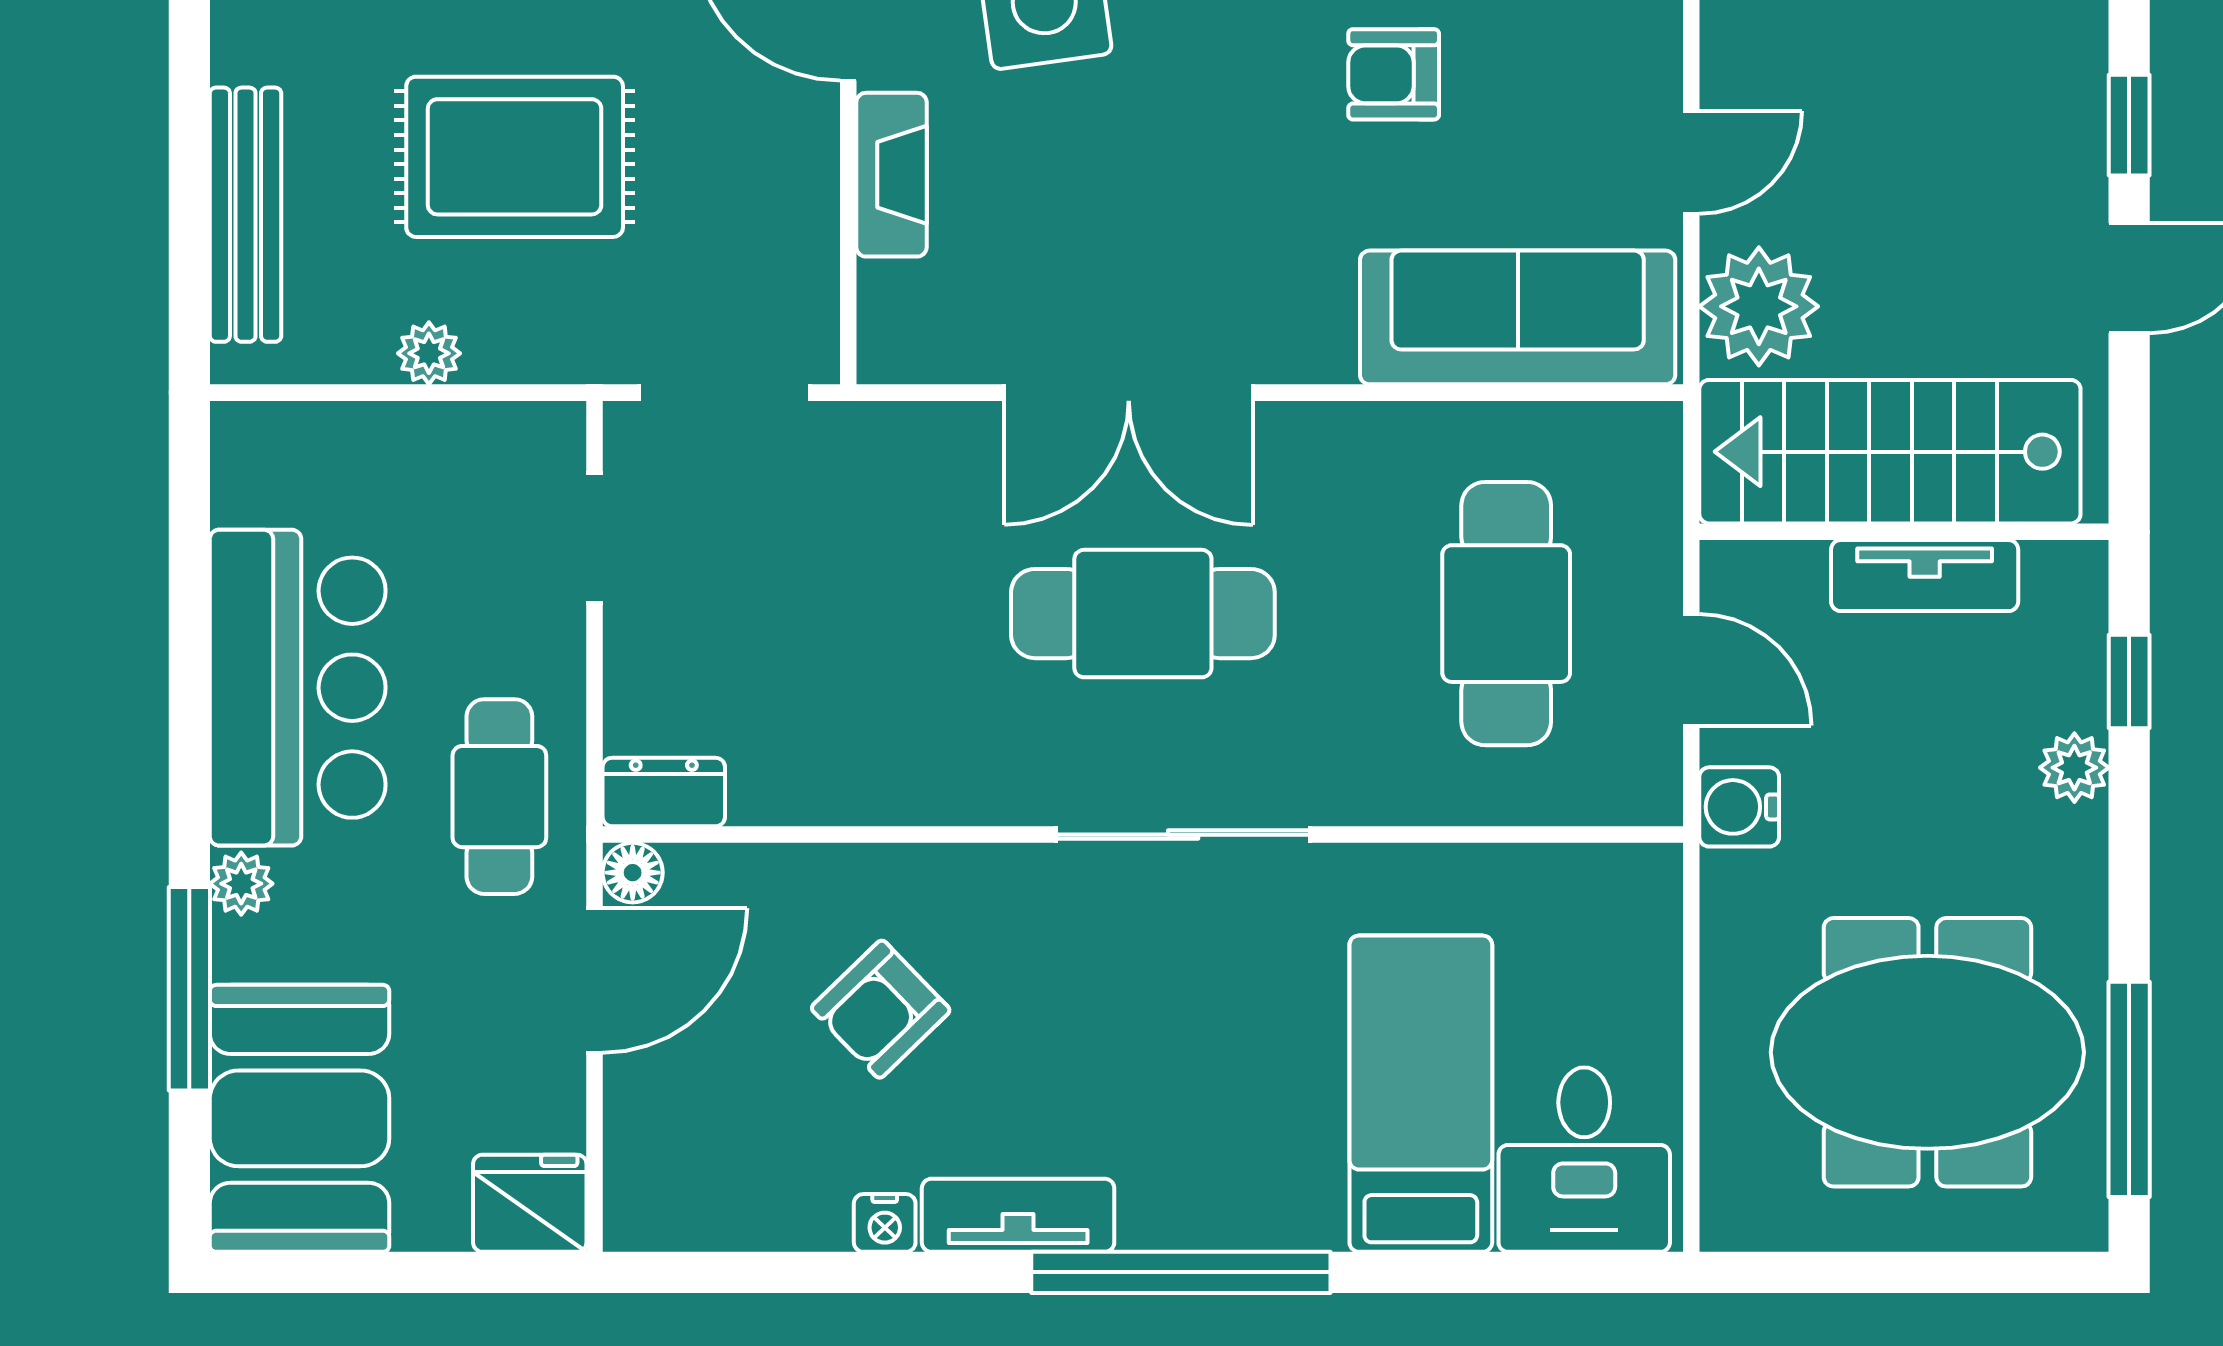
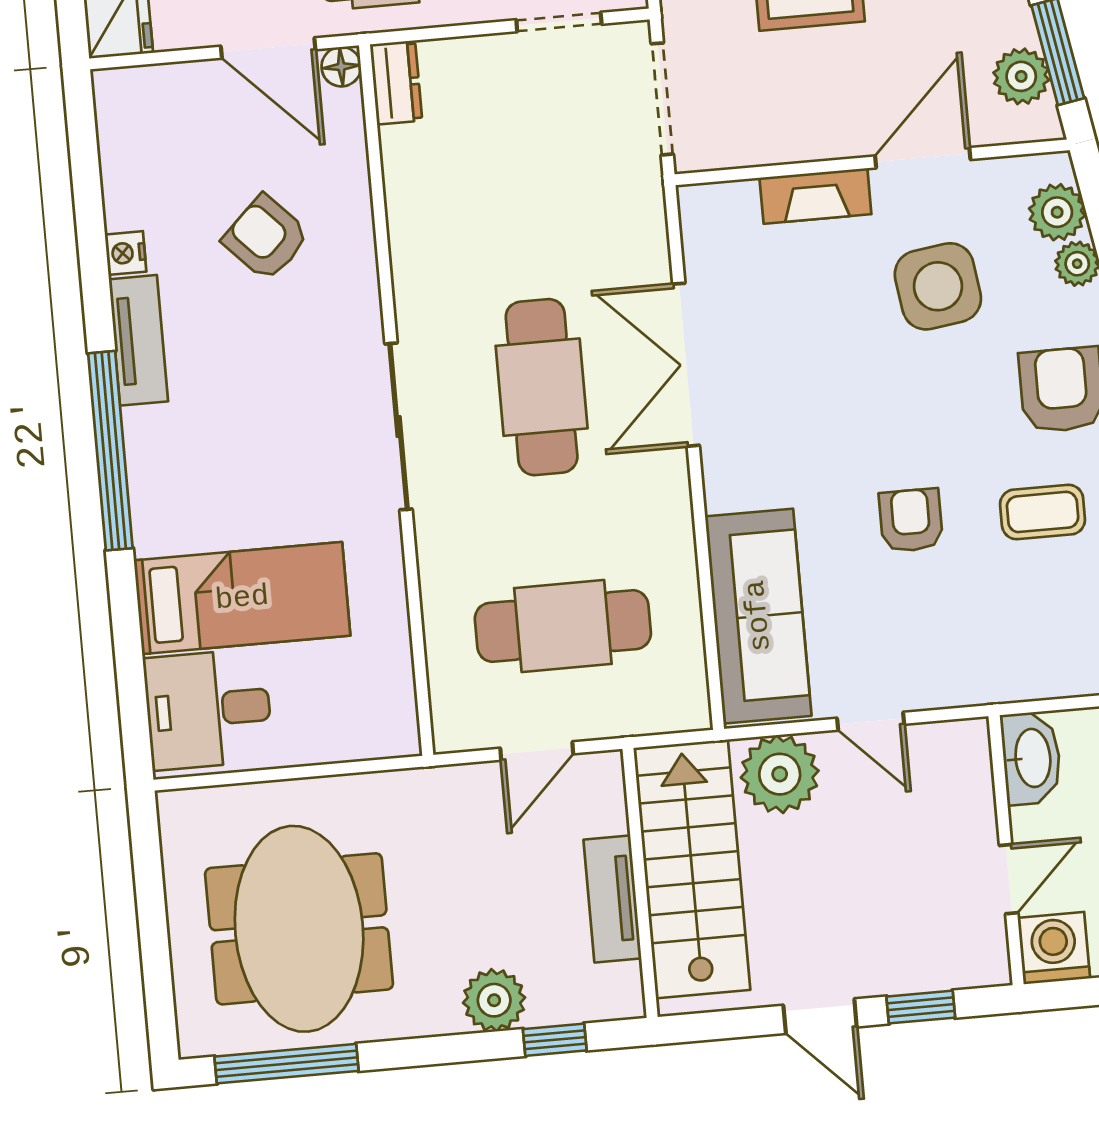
plant: (2074, 768) -> (494, 1000), width x1.38, depth x1.38
water cooler: (1739, 807) -> (449, 791), removed

